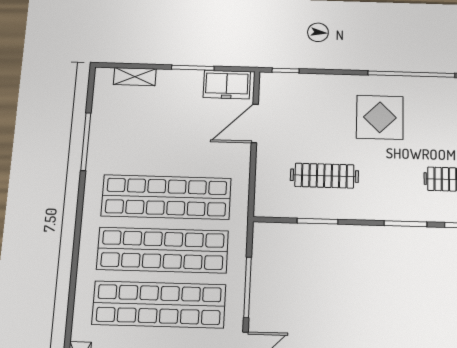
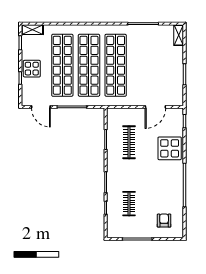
shelving: (135, 77) -> (179, 35), moved
freezer: (227, 85) -> (176, 92), removed
display table: (380, 117) -> (170, 148), moved
door: (255, 123) -> (155, 107), swing flipped

